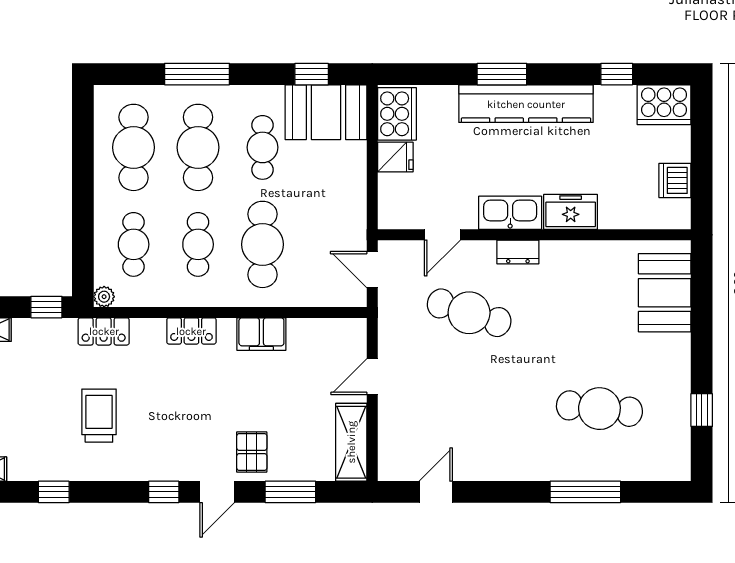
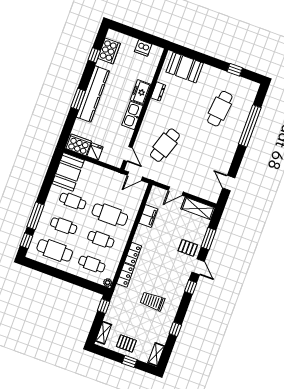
window: (312, 74) -> (26, 241), moved
cooker: (664, 105) -> (109, 51), moved
cafe table: (198, 147) -> (64, 226), width x0.73, depth x0.74
door: (442, 235) -> (128, 154), moved
dresser: (518, 252) -> (158, 91), moved
locker: (104, 331) -> (125, 275), moved
filing cabinet: (261, 334) -> (148, 216), moved
door: (372, 377) -> (176, 191), hinge flipped
window: (585, 492) -> (250, 126), width x1.46

